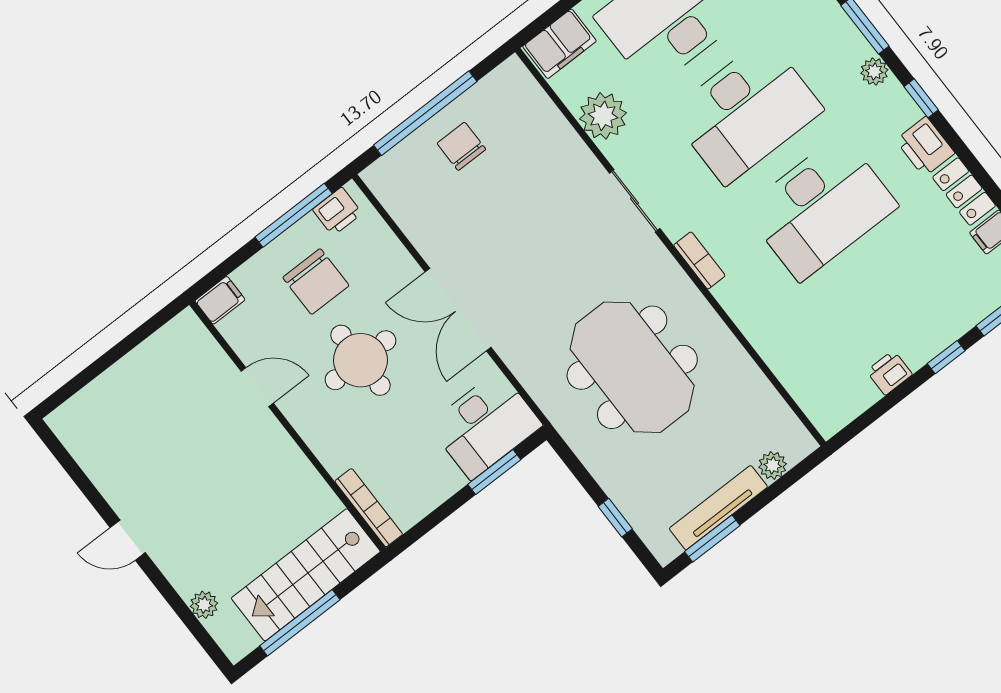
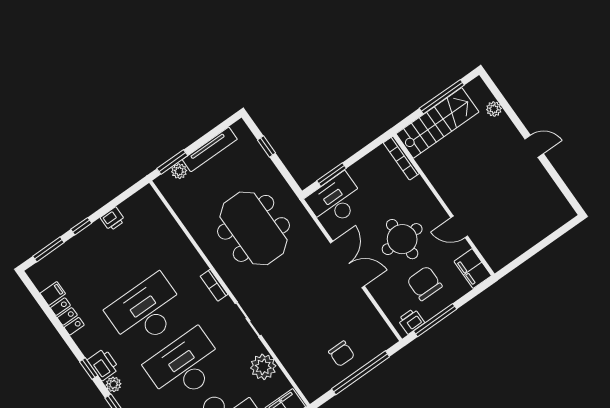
printer: (925, 147) -> (103, 364), moved
filing cabinet: (220, 300) -> (473, 269), width x2.00
window: (712, 539) -> (172, 162), moved

